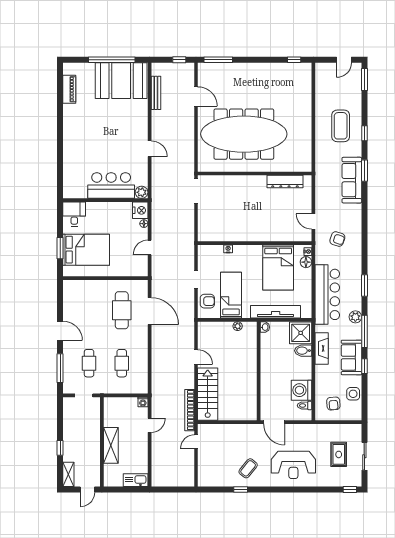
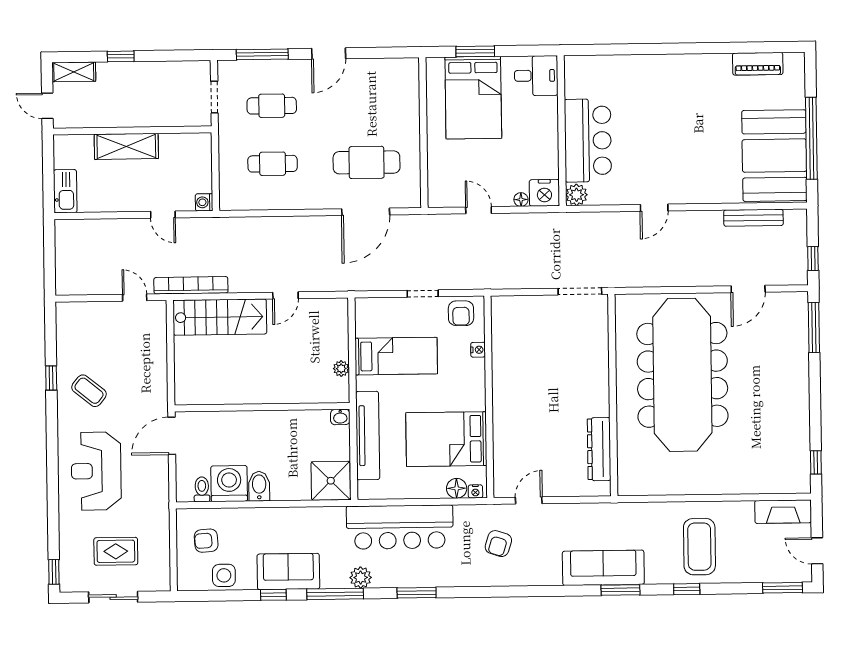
coffee table: (341, 126) -> (699, 547), turned 90
armchair: (207, 301) -> (461, 313), moved
fireplace: (322, 348) -> (783, 512), moved
bidet: (303, 351) -> (259, 486), moved

